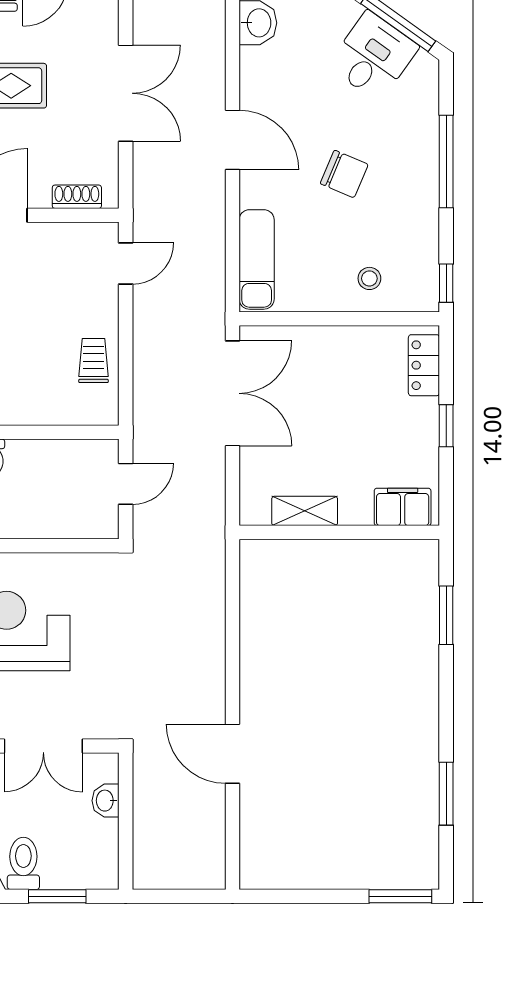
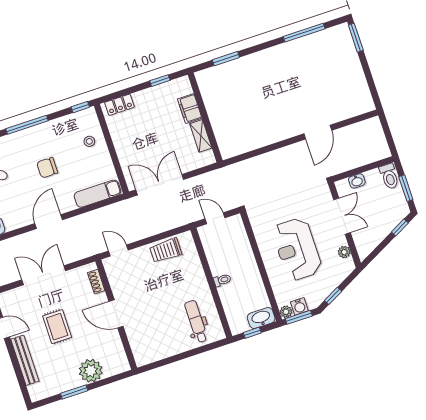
chair: (344, 174) -> (47, 168), turned -113
trolley: (93, 361) -> (166, 250), width x1.36, depth x1.39
window: (446, 426) -> (160, 81), moved
filing cabinet: (403, 507) -> (190, 109), moved
window: (446, 794) -> (304, 33), width x1.44
toilet: (23, 863) -> (389, 176), moved, turned -90

